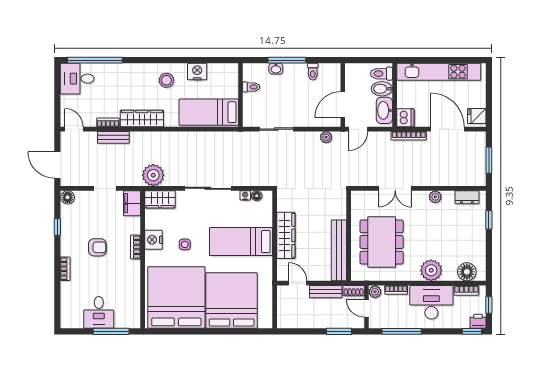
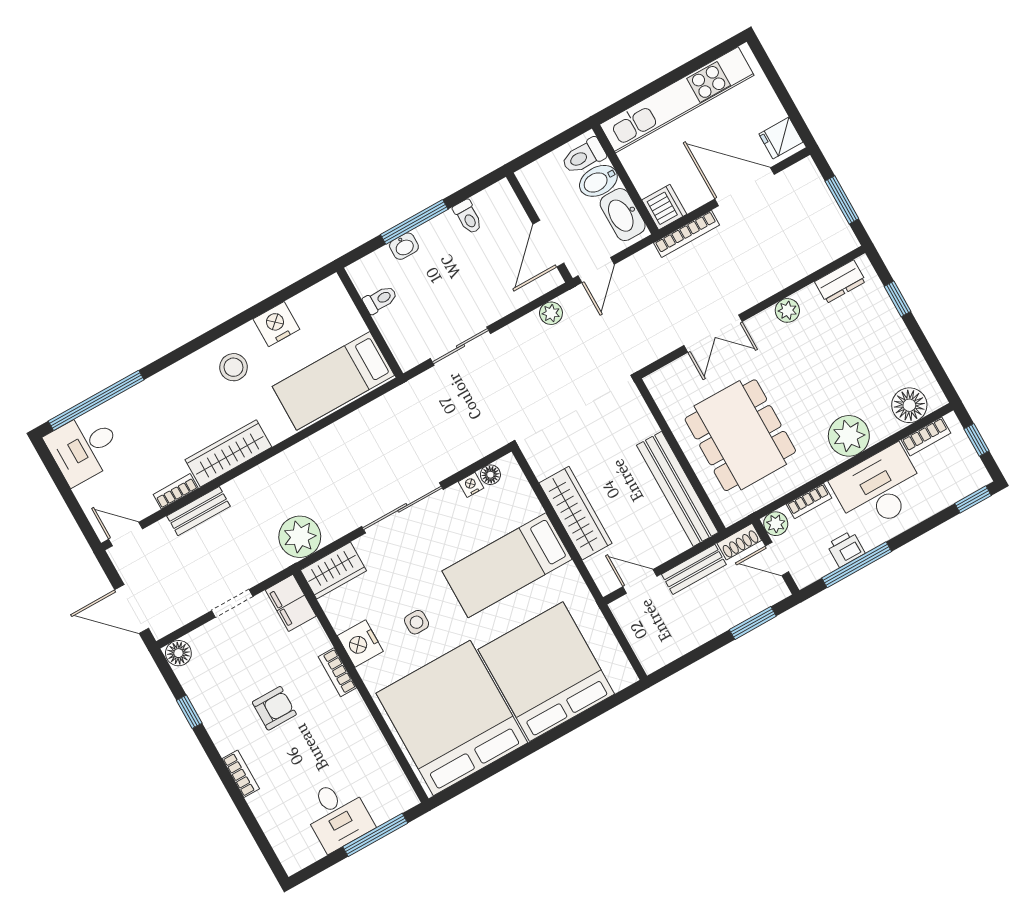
printer: (478, 321) -> (846, 549), moved

